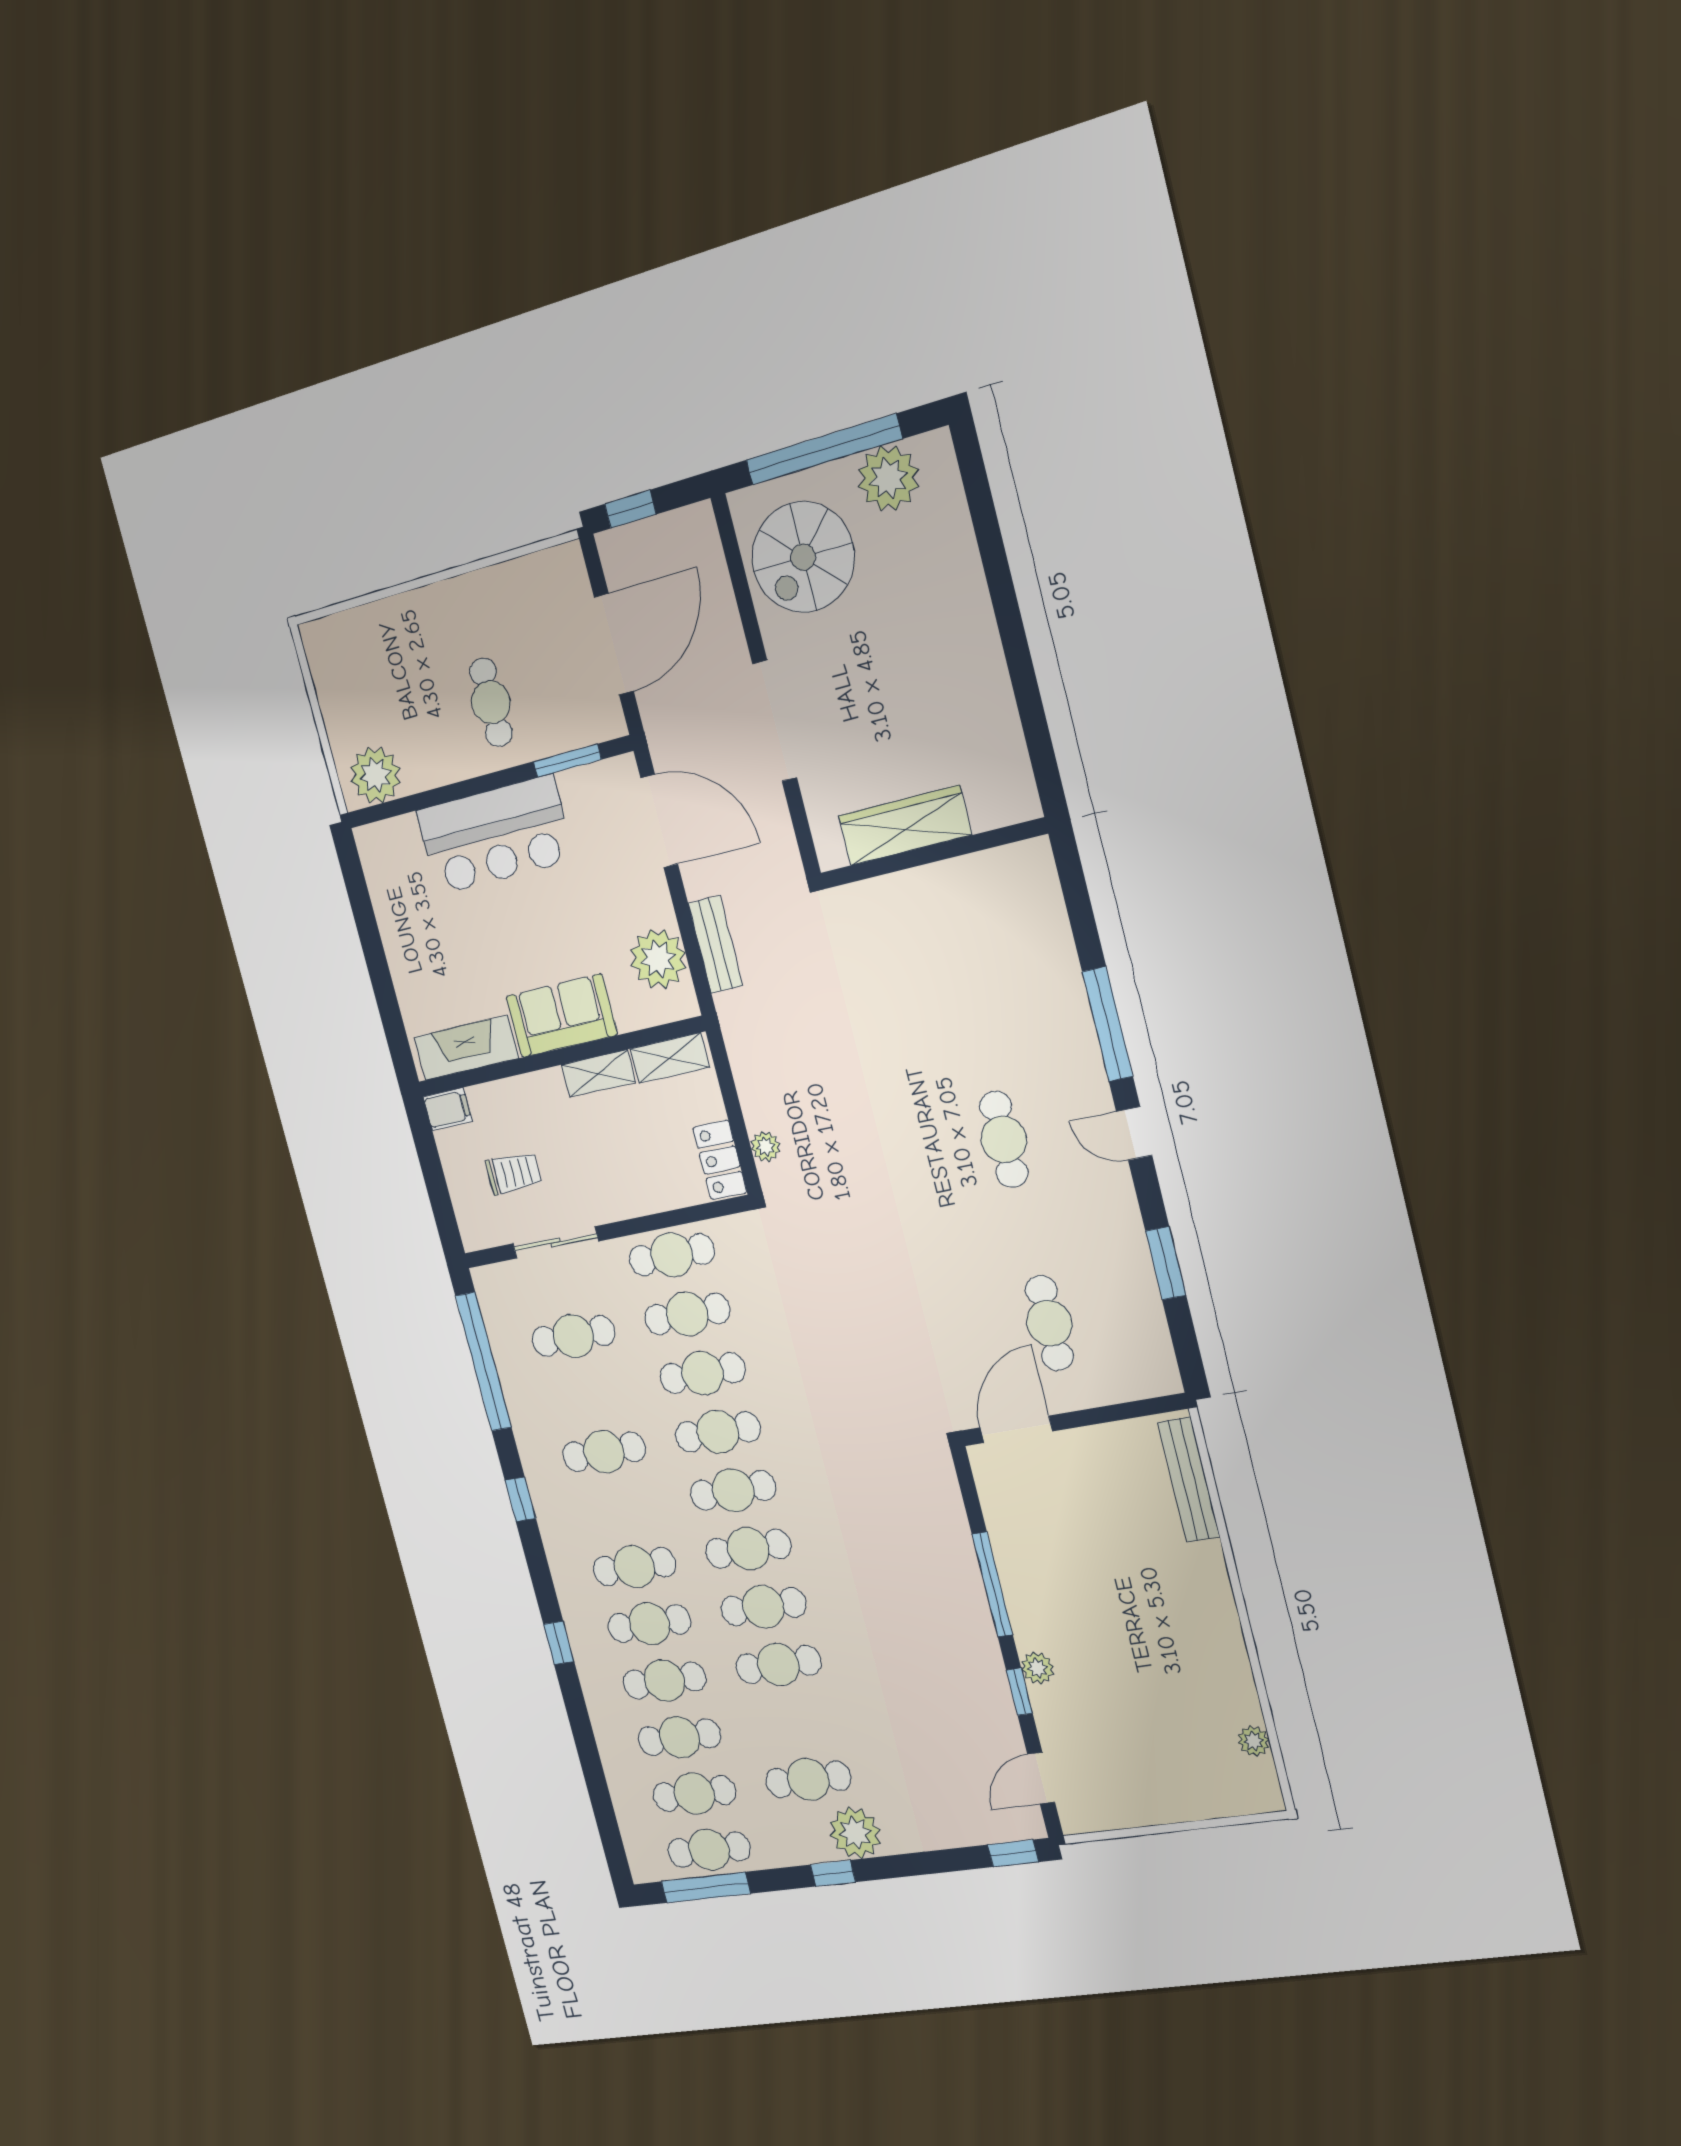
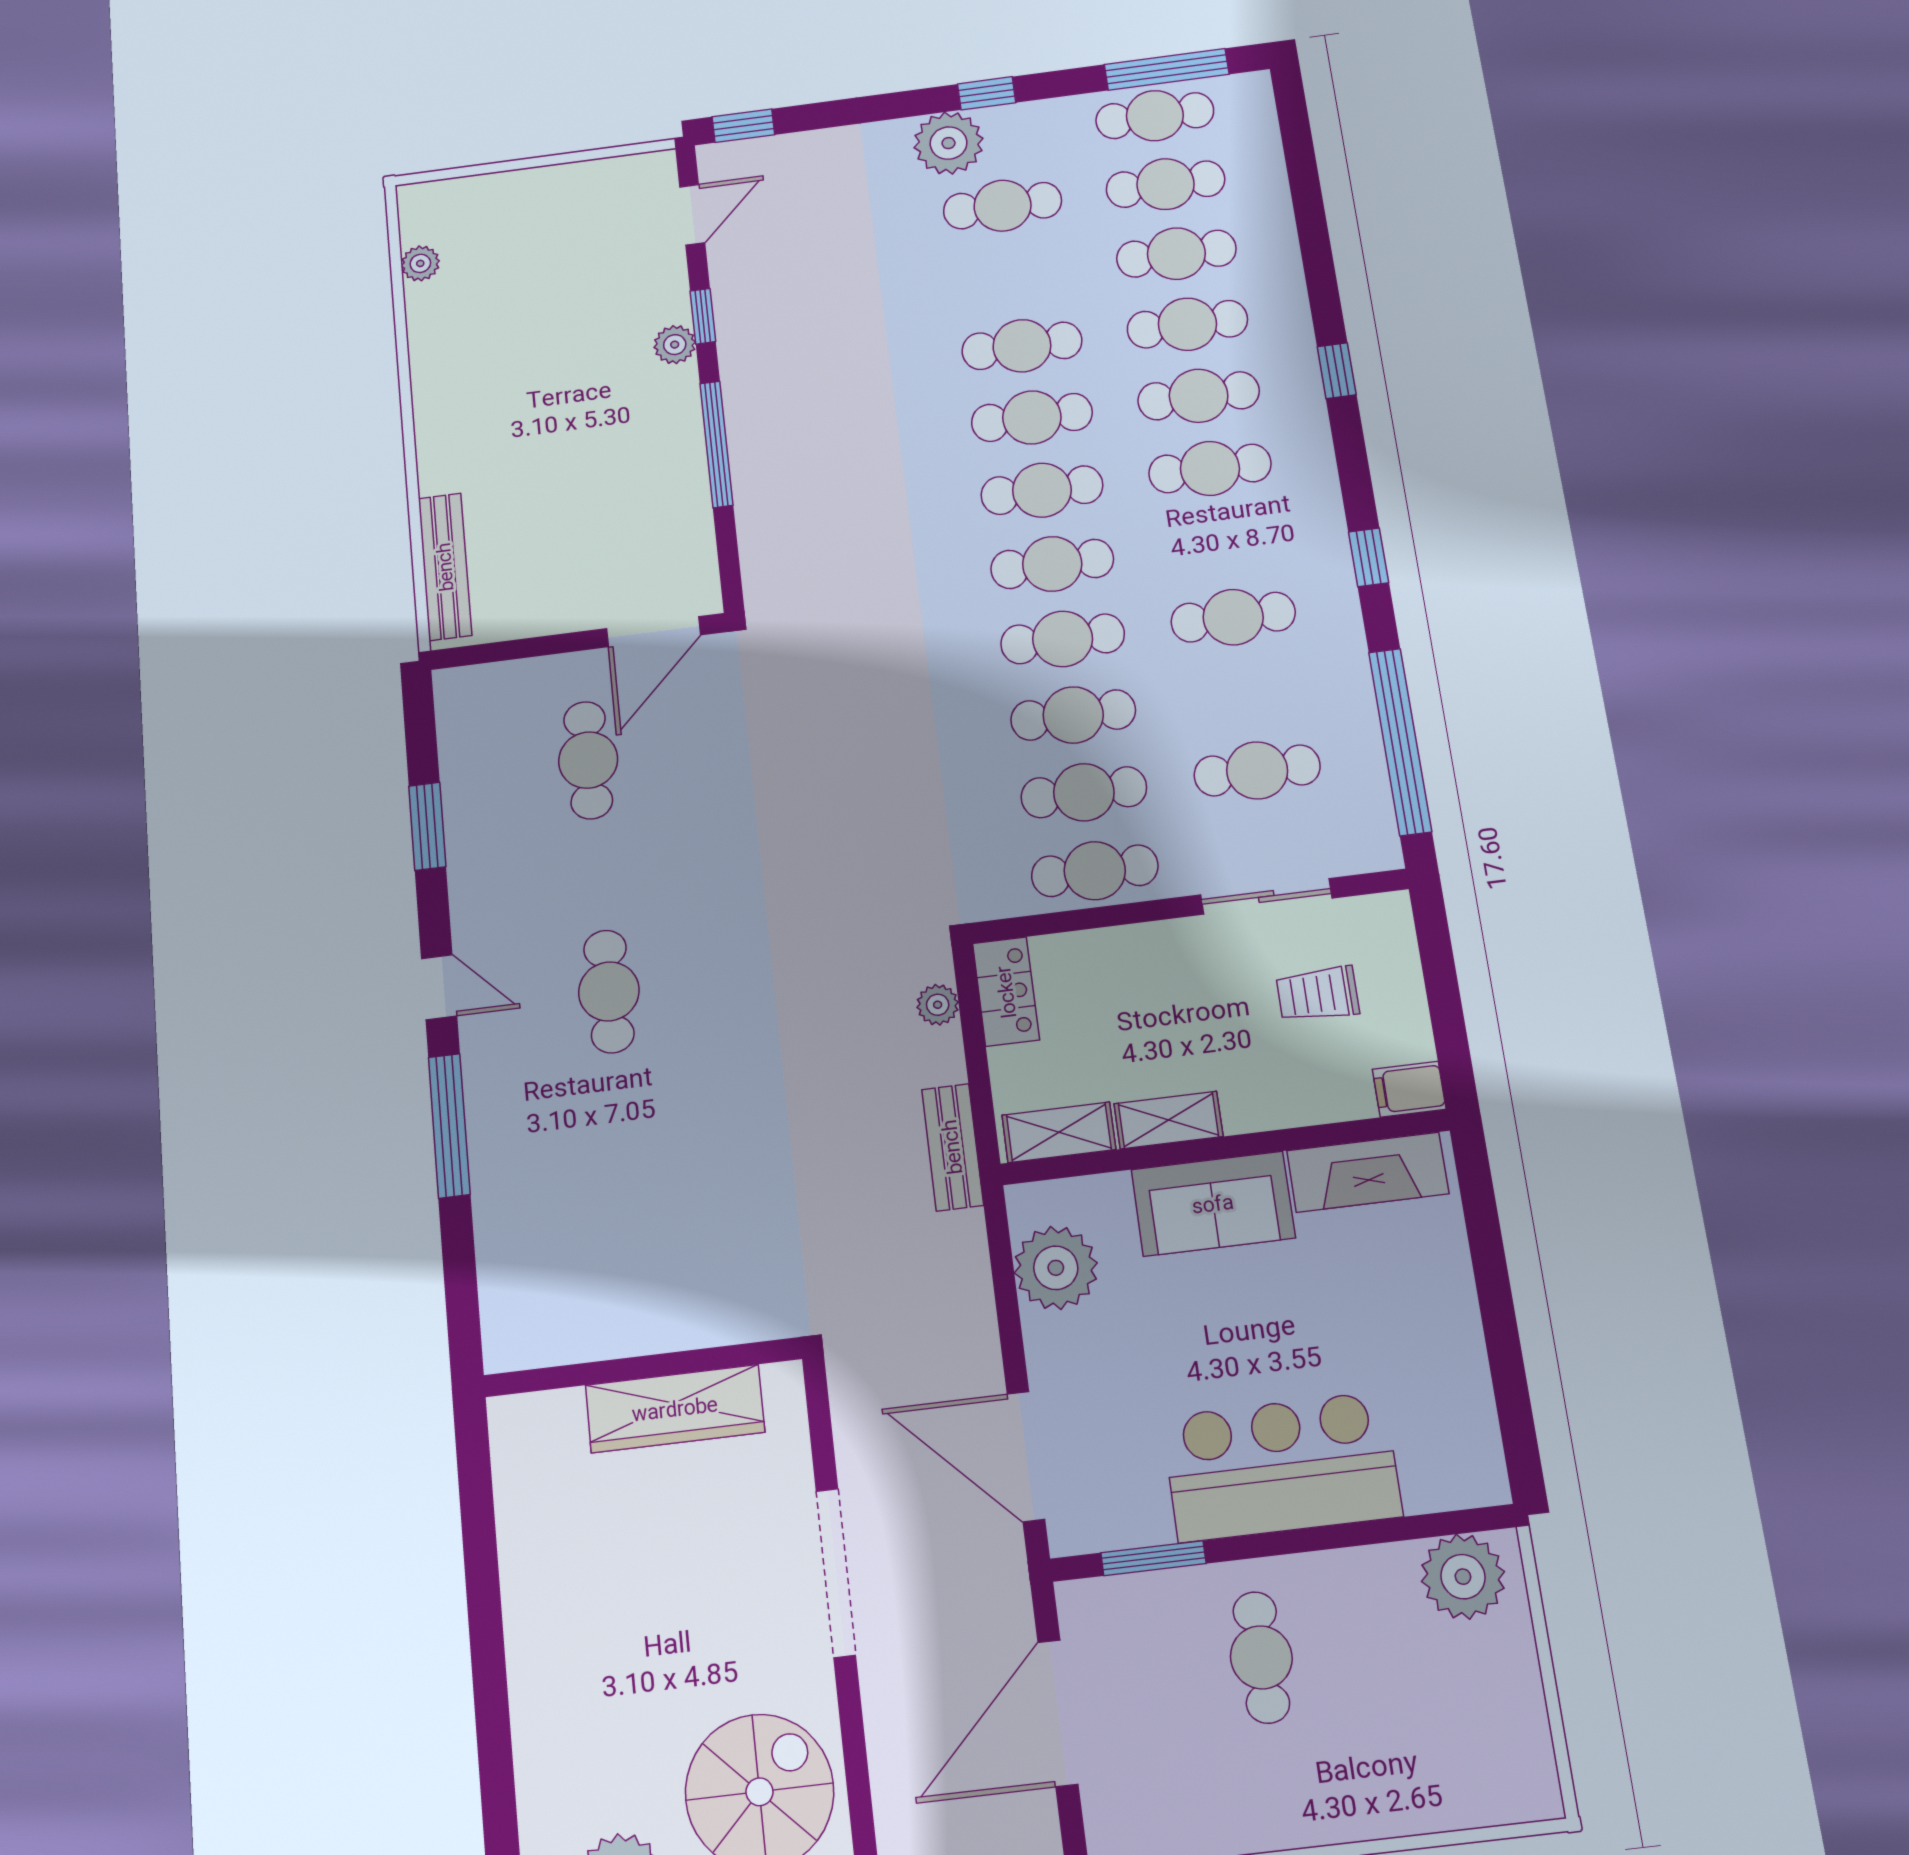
bench: (715, 945) -> (952, 1147), moved

